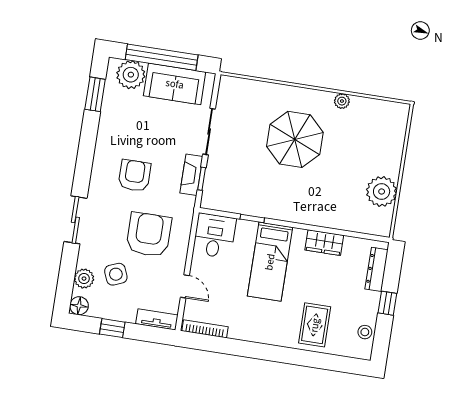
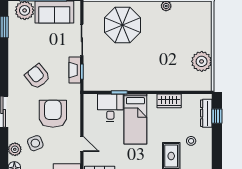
parasol: (295, 139) -> (123, 25), moved
armchair: (135, 176) -> (37, 76), turned -39
desk: (214, 236) -> (110, 108), moved
window: (387, 303) -> (217, 116), moved
stool: (365, 332) -> (191, 141), moved

